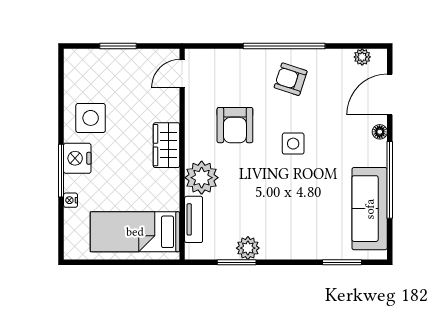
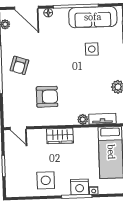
side table: (293, 144) -> (92, 49), moved
nightstand: (77, 158) -> (80, 187), moved
plant: (202, 178) -> (83, 119), width x0.53, depth x0.53

